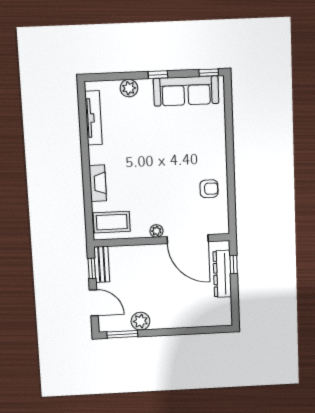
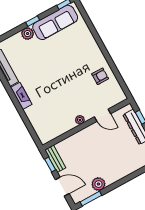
plant: (129, 88) -> (28, 34), moved
fireplace: (98, 183) -> (21, 96), moved
coffee table: (112, 222) -> (48, 128), removed
door: (188, 239) -> (103, 115), width x0.53

